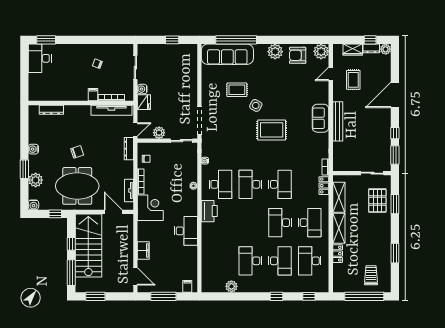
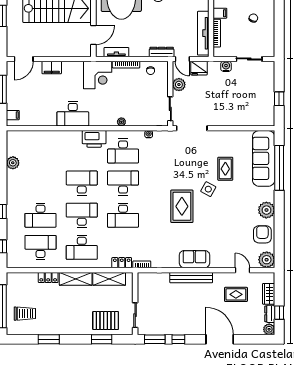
fridge: (144, 102) -> (199, 68), moved
desk: (250, 261) -> (82, 183), moved

